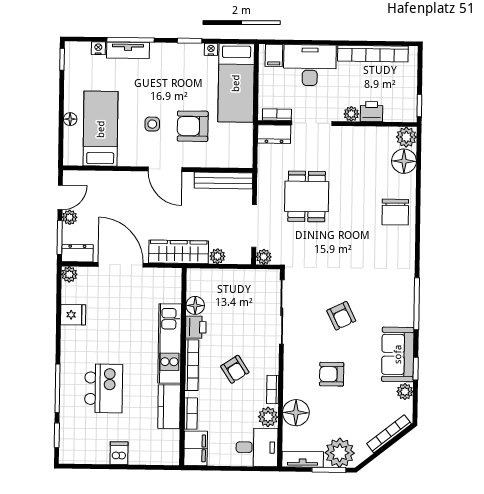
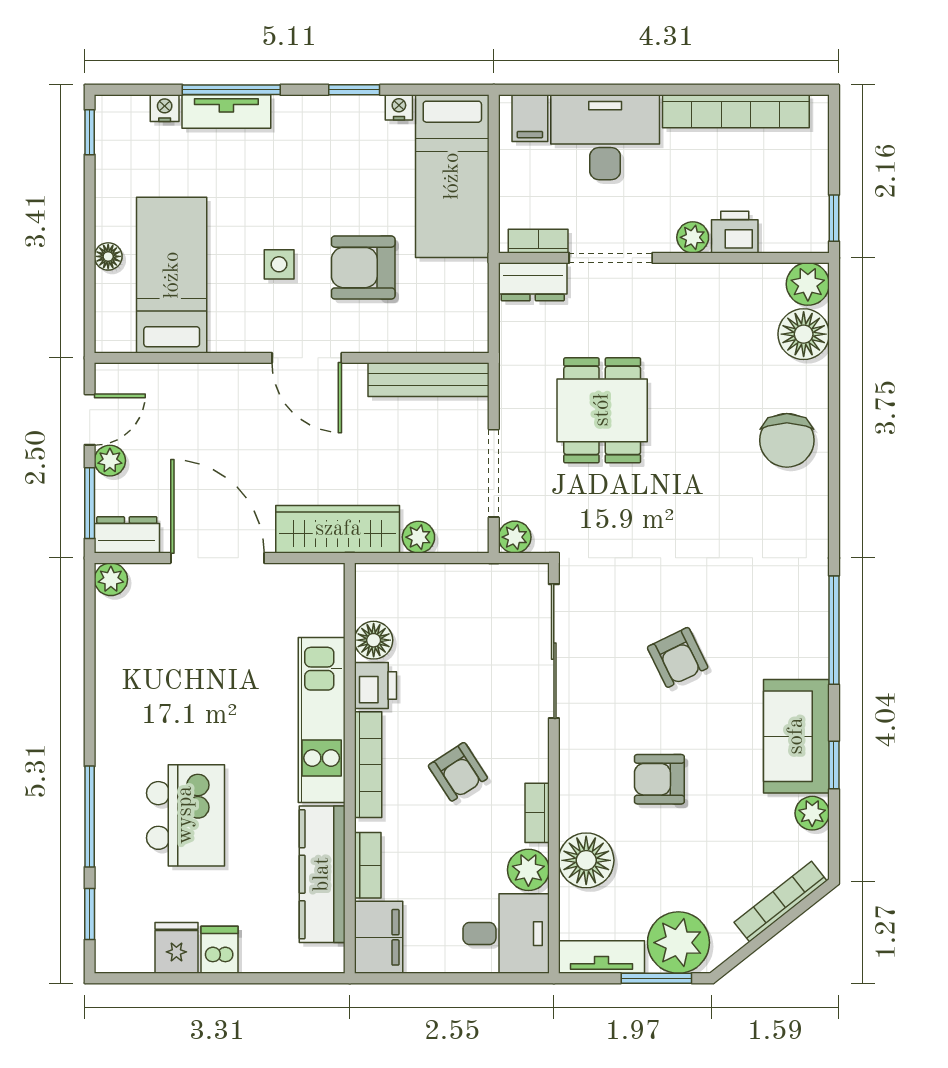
fridge: (73, 315) -> (176, 948), moved, turned -90
kitchen counter: (169, 407) -> (322, 874), width x1.50

